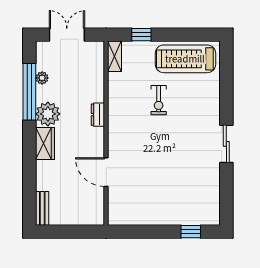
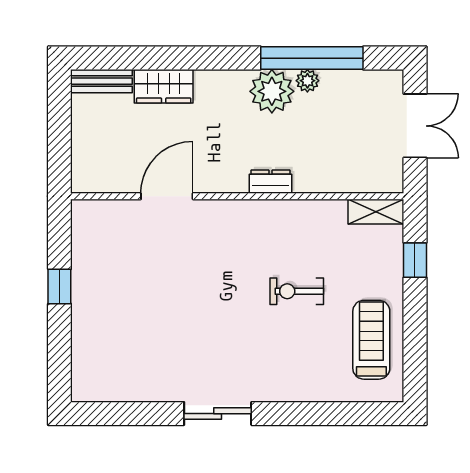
treadmill: (185, 59) -> (371, 340), width x0.73, depth x0.73
plant: (42, 78) -> (307, 81), moved
wardrobe: (45, 144) -> (164, 86), moved
window: (191, 232) -> (59, 286), moved

